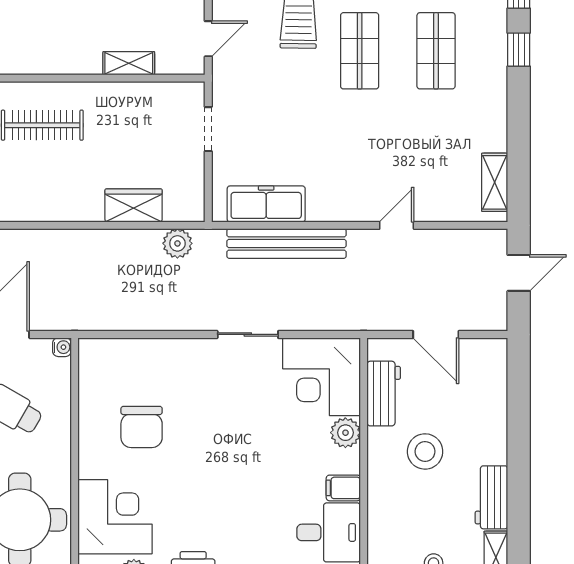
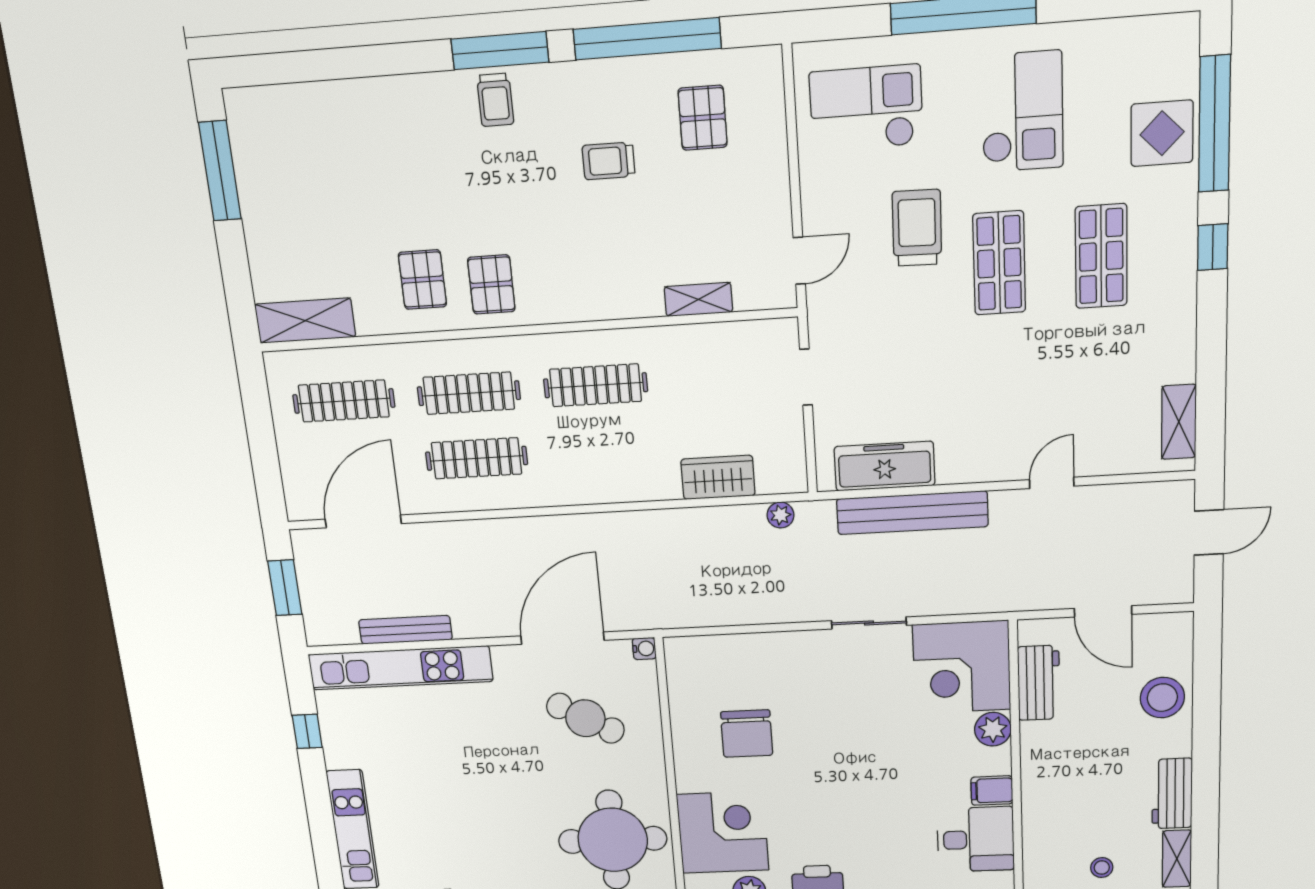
plant: (177, 243) -> (781, 515), width x0.73, depth x0.73
stool: (425, 451) -> (1162, 698), moved

